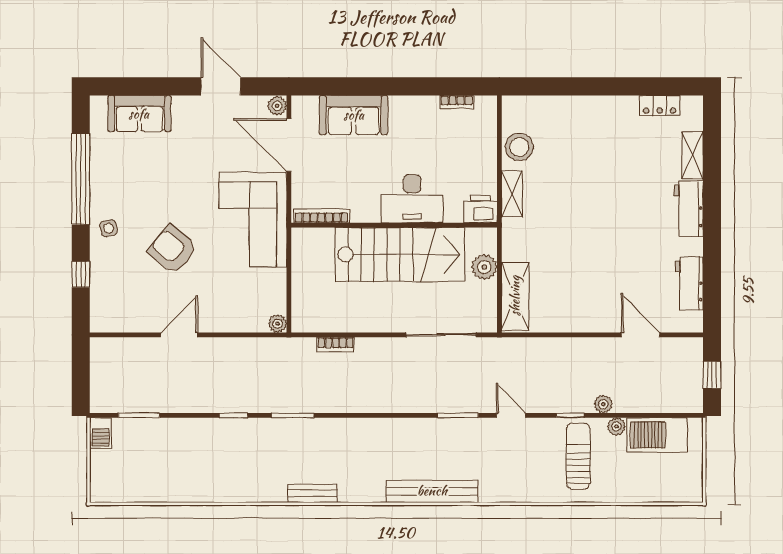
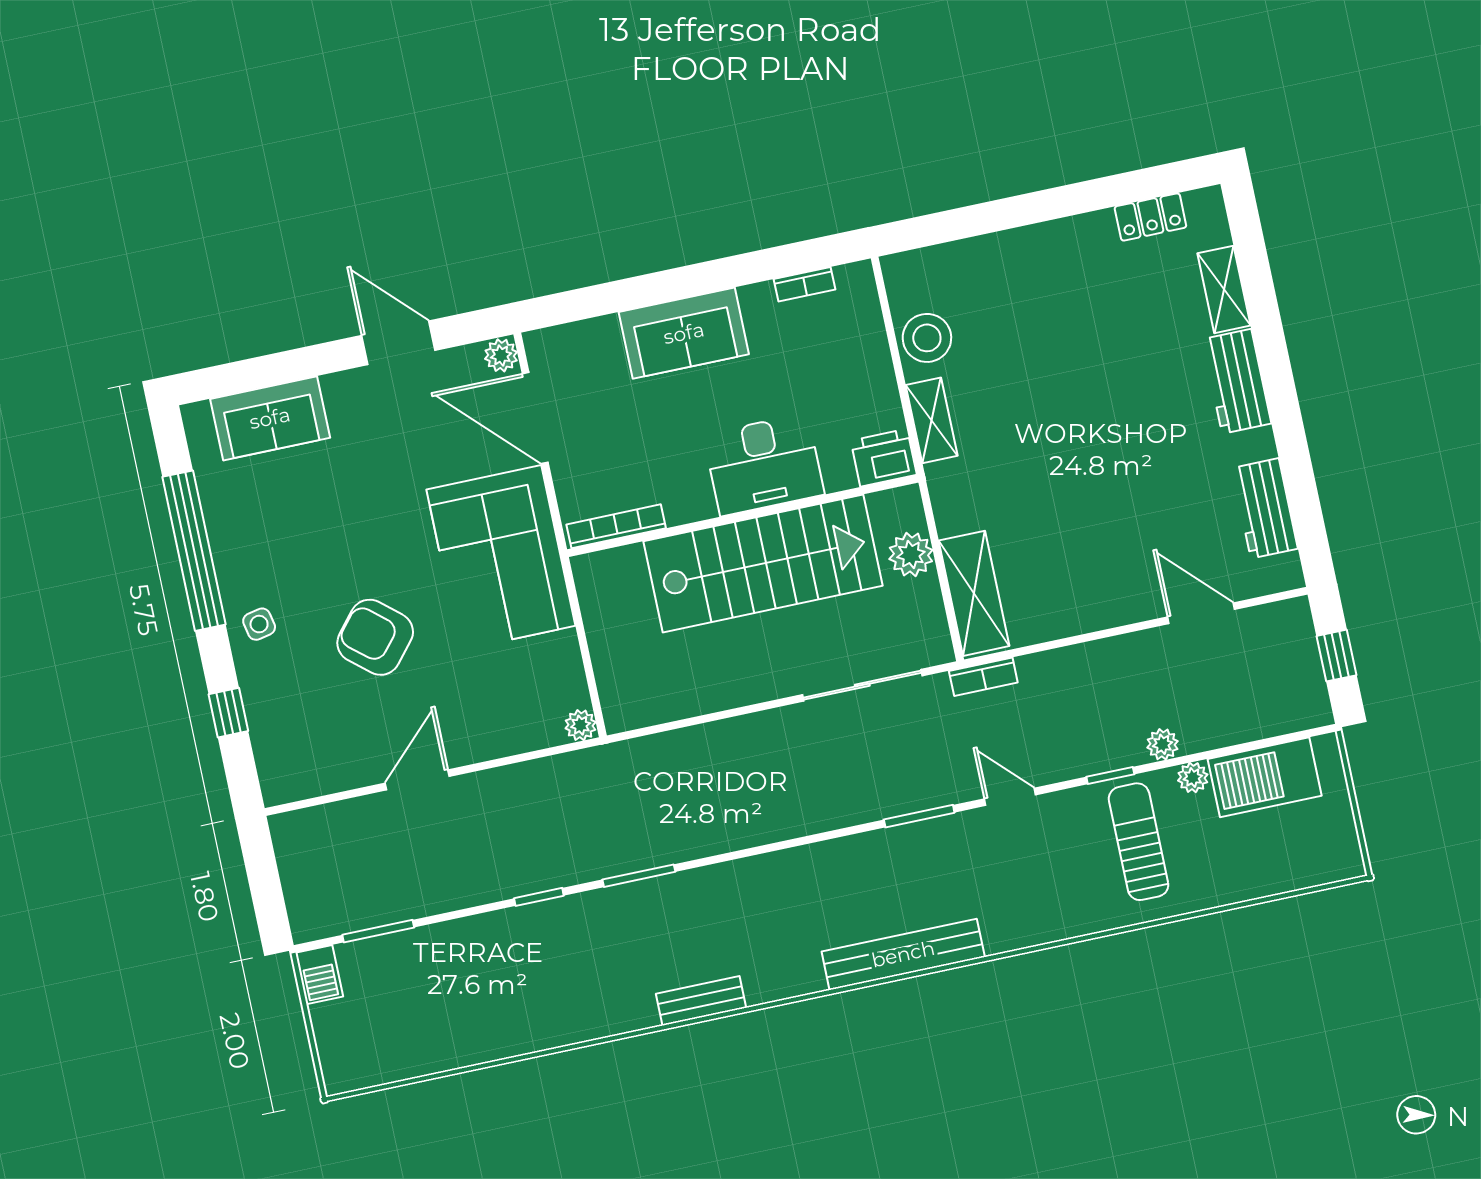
sofa: (354, 115) -> (684, 333), moved
bookcase: (336, 345) -> (983, 677), moved

